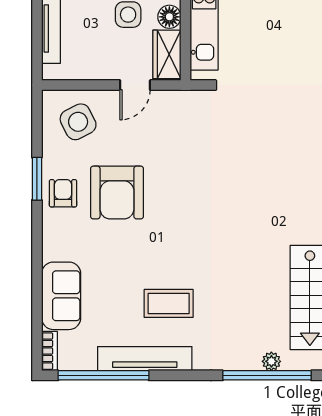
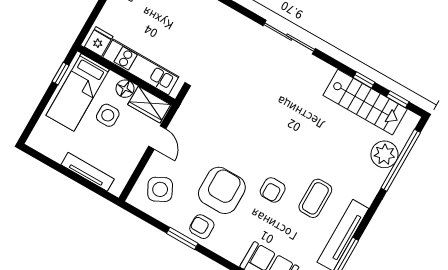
armchair: (117, 193) -> (222, 190), turned -90
armchair: (150, 250) -> (273, 190), added
plant: (271, 361) -> (384, 154), width x1.88, depth x1.88

